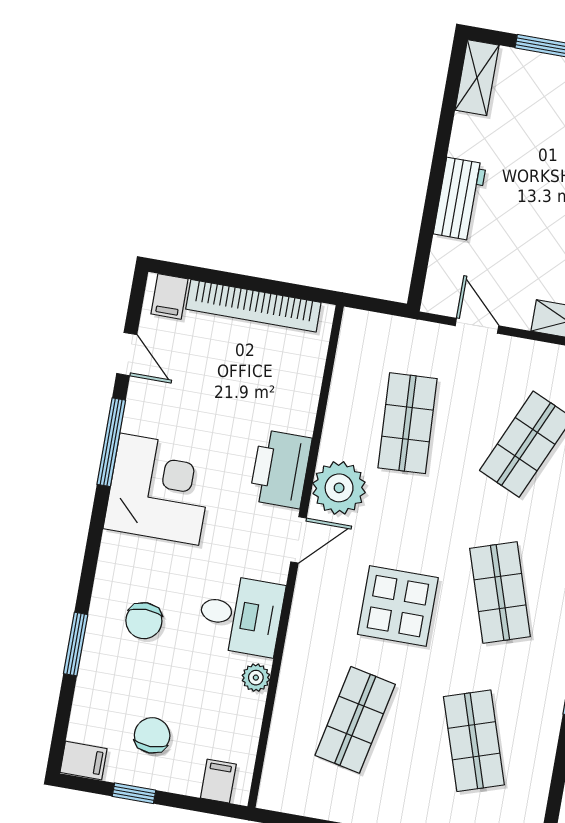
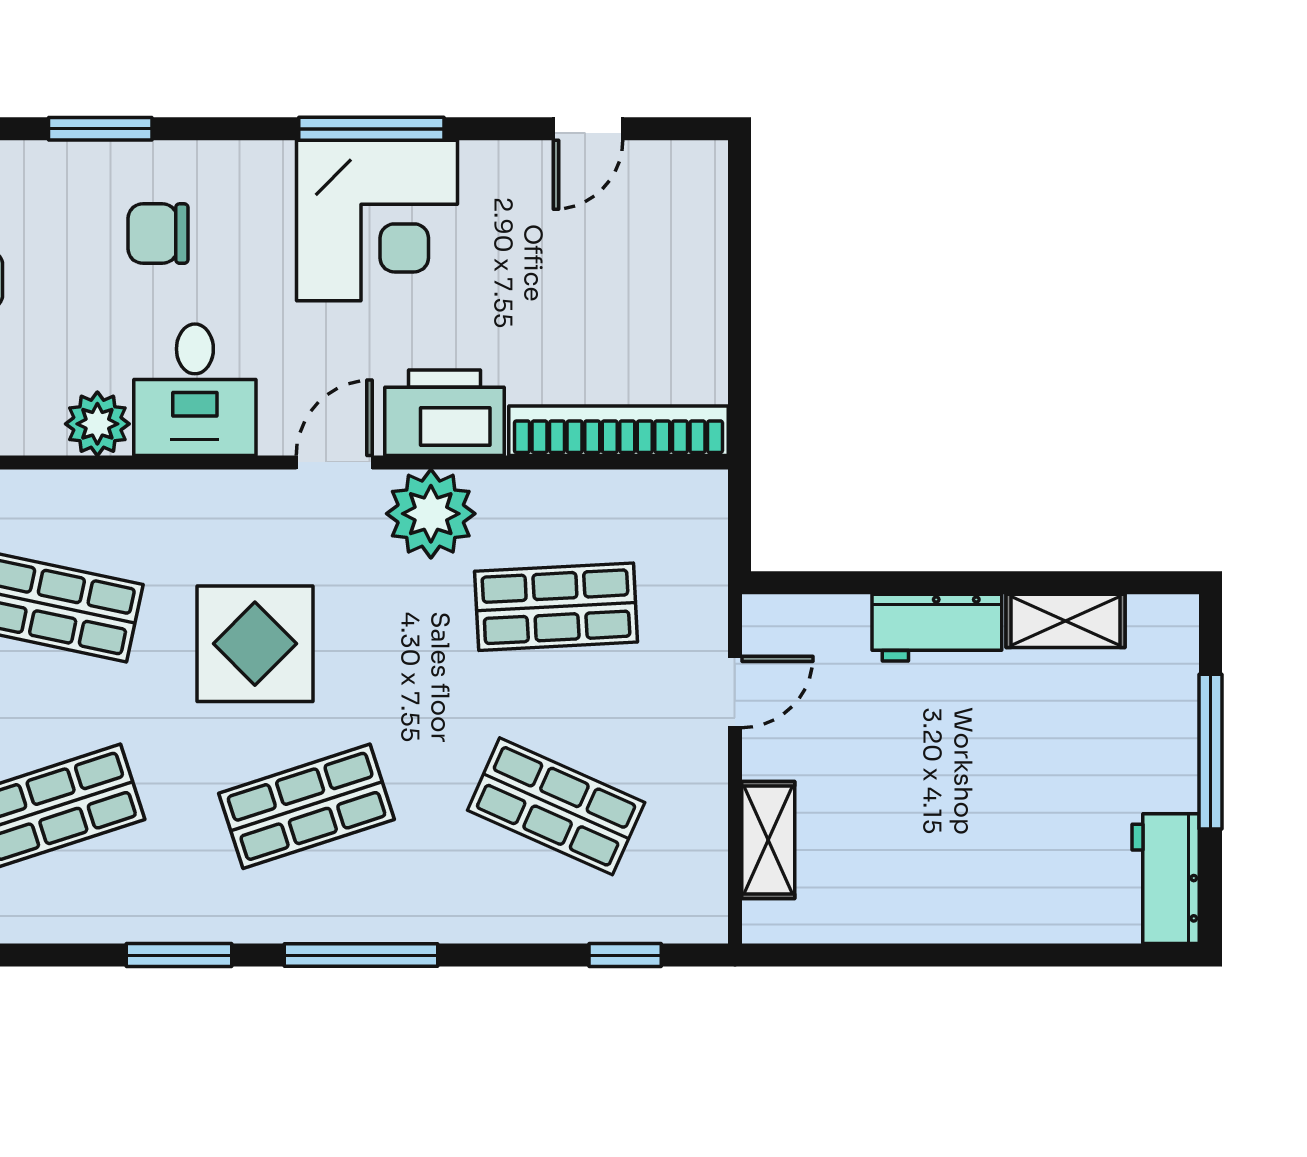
shelving: (477, 78) -> (1065, 621), moved
filing cabinet: (169, 296) -> (694, 182), removed
bookcase: (253, 306) -> (618, 431), moved, turned 90
window: (111, 442) -> (371, 129), moved
door: (298, 540) -> (334, 462), swing flipped
plant: (256, 678) -> (97, 424), width x1.38, depth x1.38

